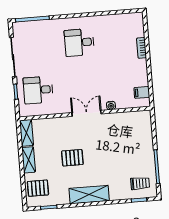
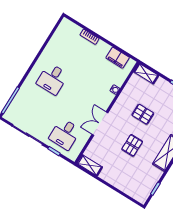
filing cabinet: (142, 92) -> (118, 58), width x2.00
double door: (87, 113) -> (100, 124), moved
shelving: (29, 160) -> (146, 74), moved
pallet: (38, 188) -> (143, 114), moved, turned 90

